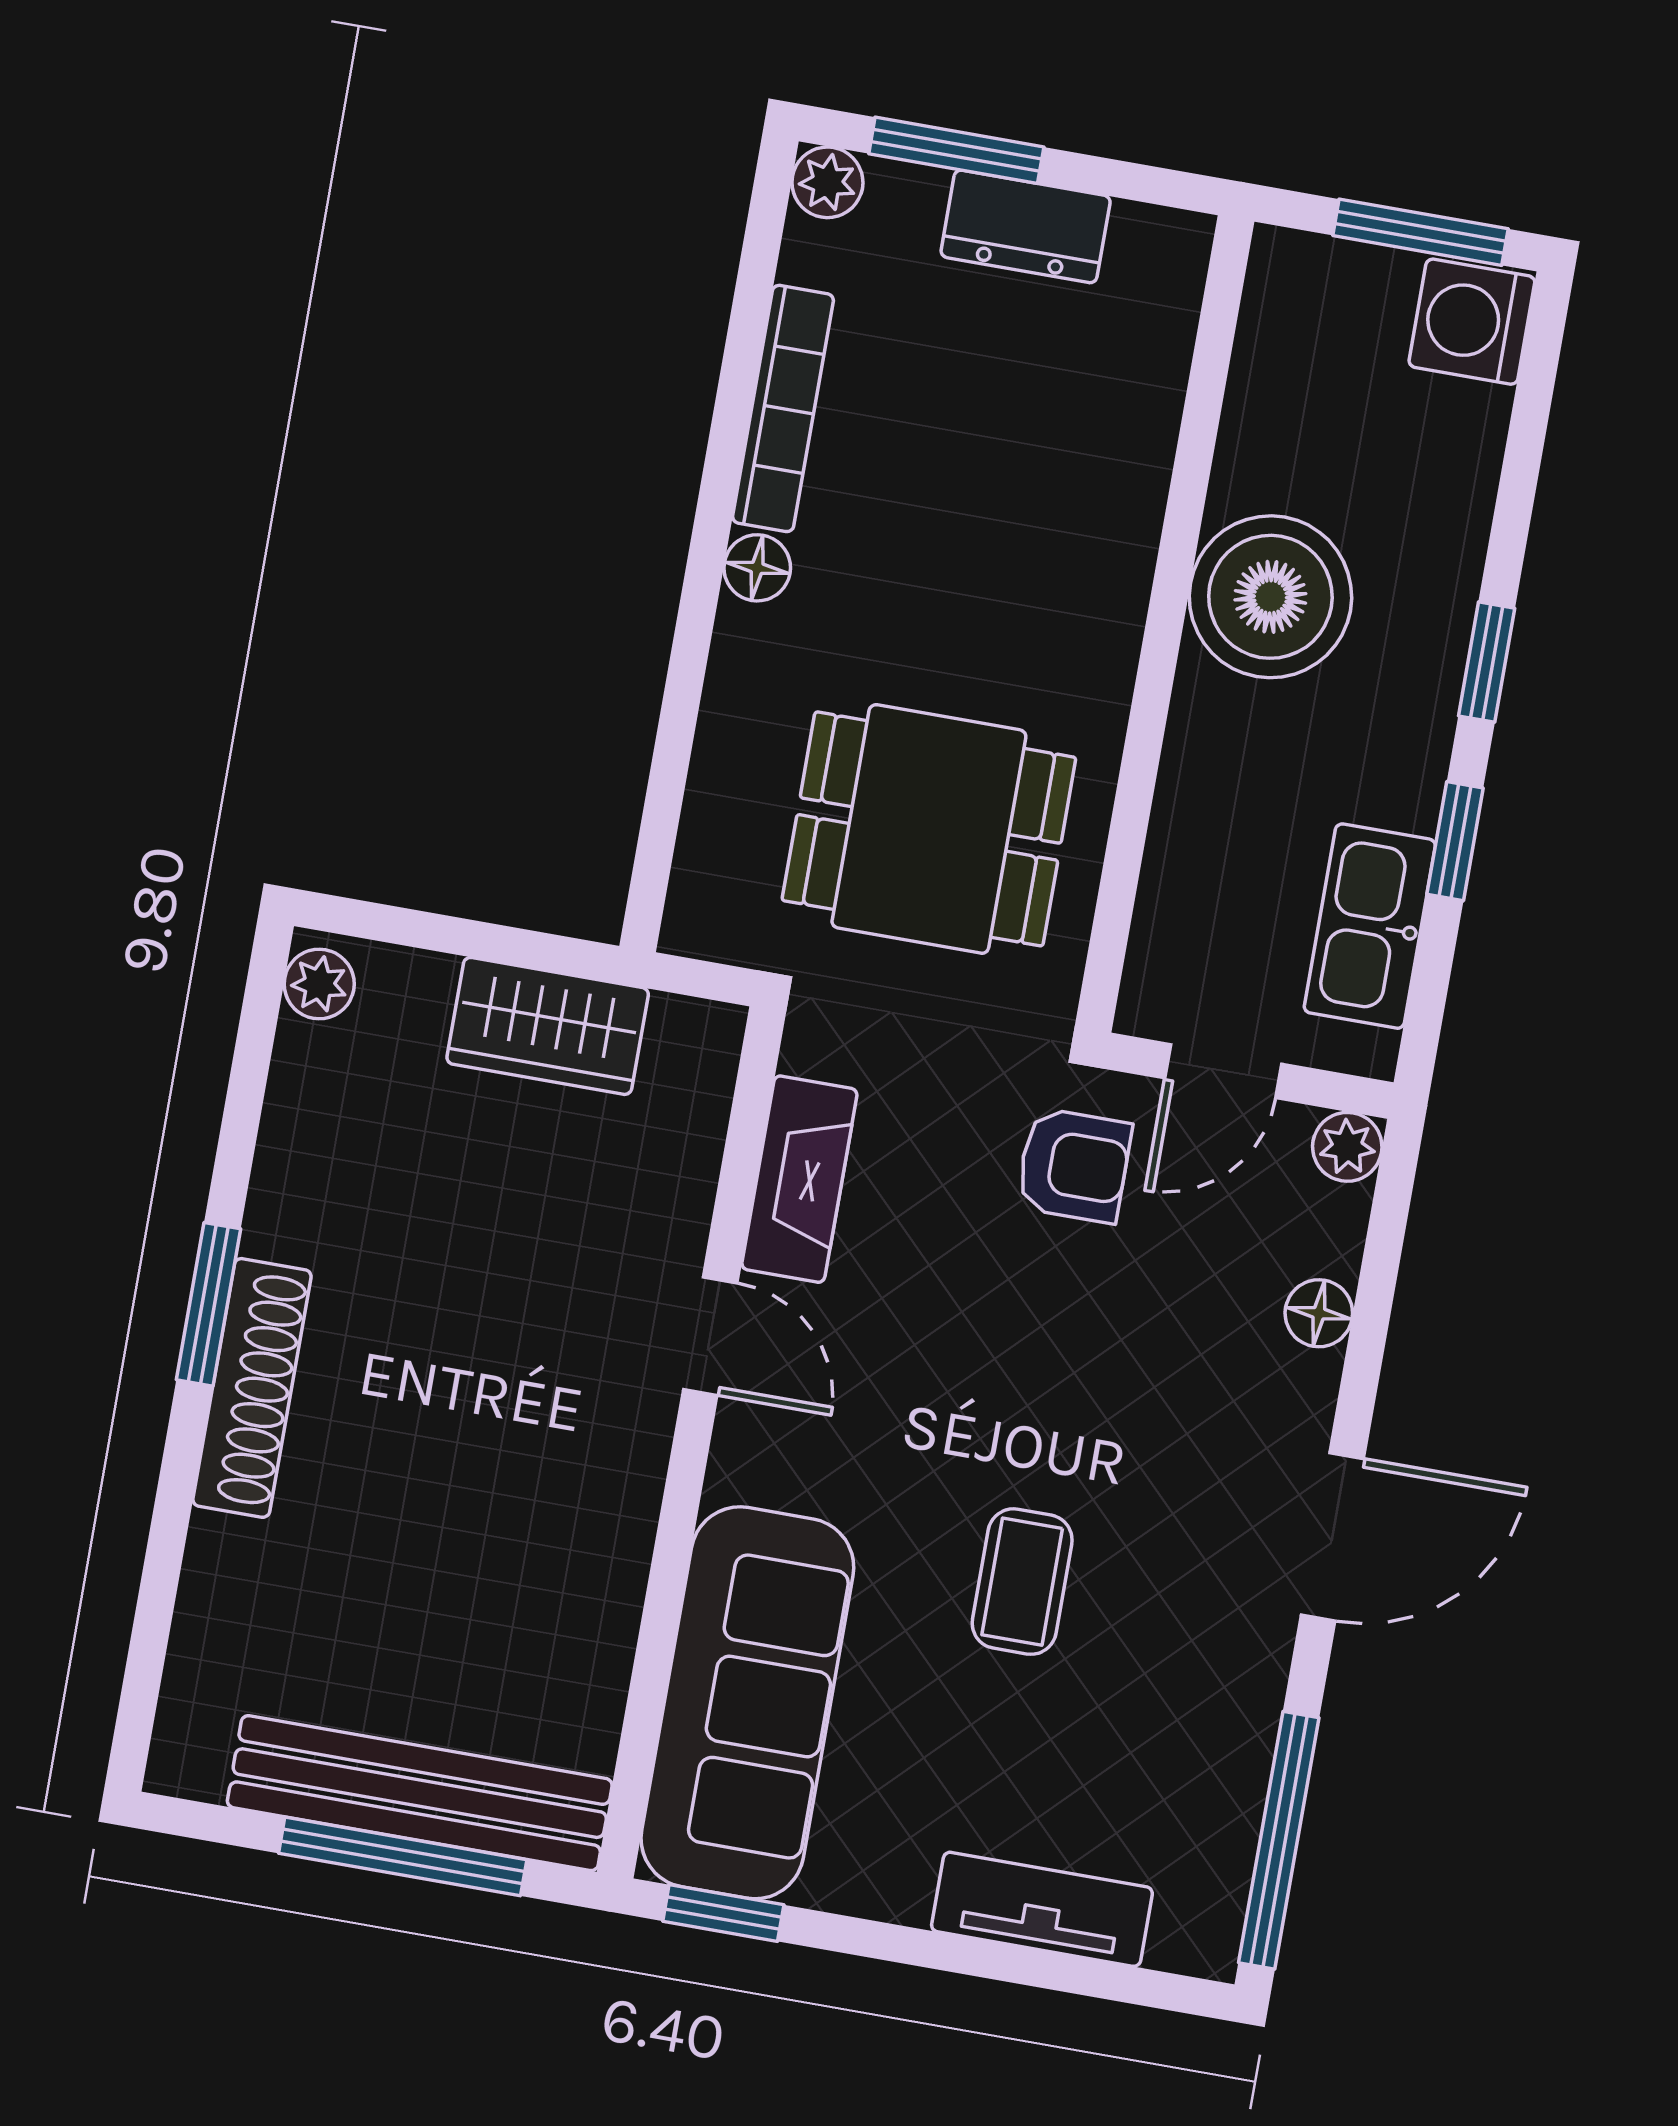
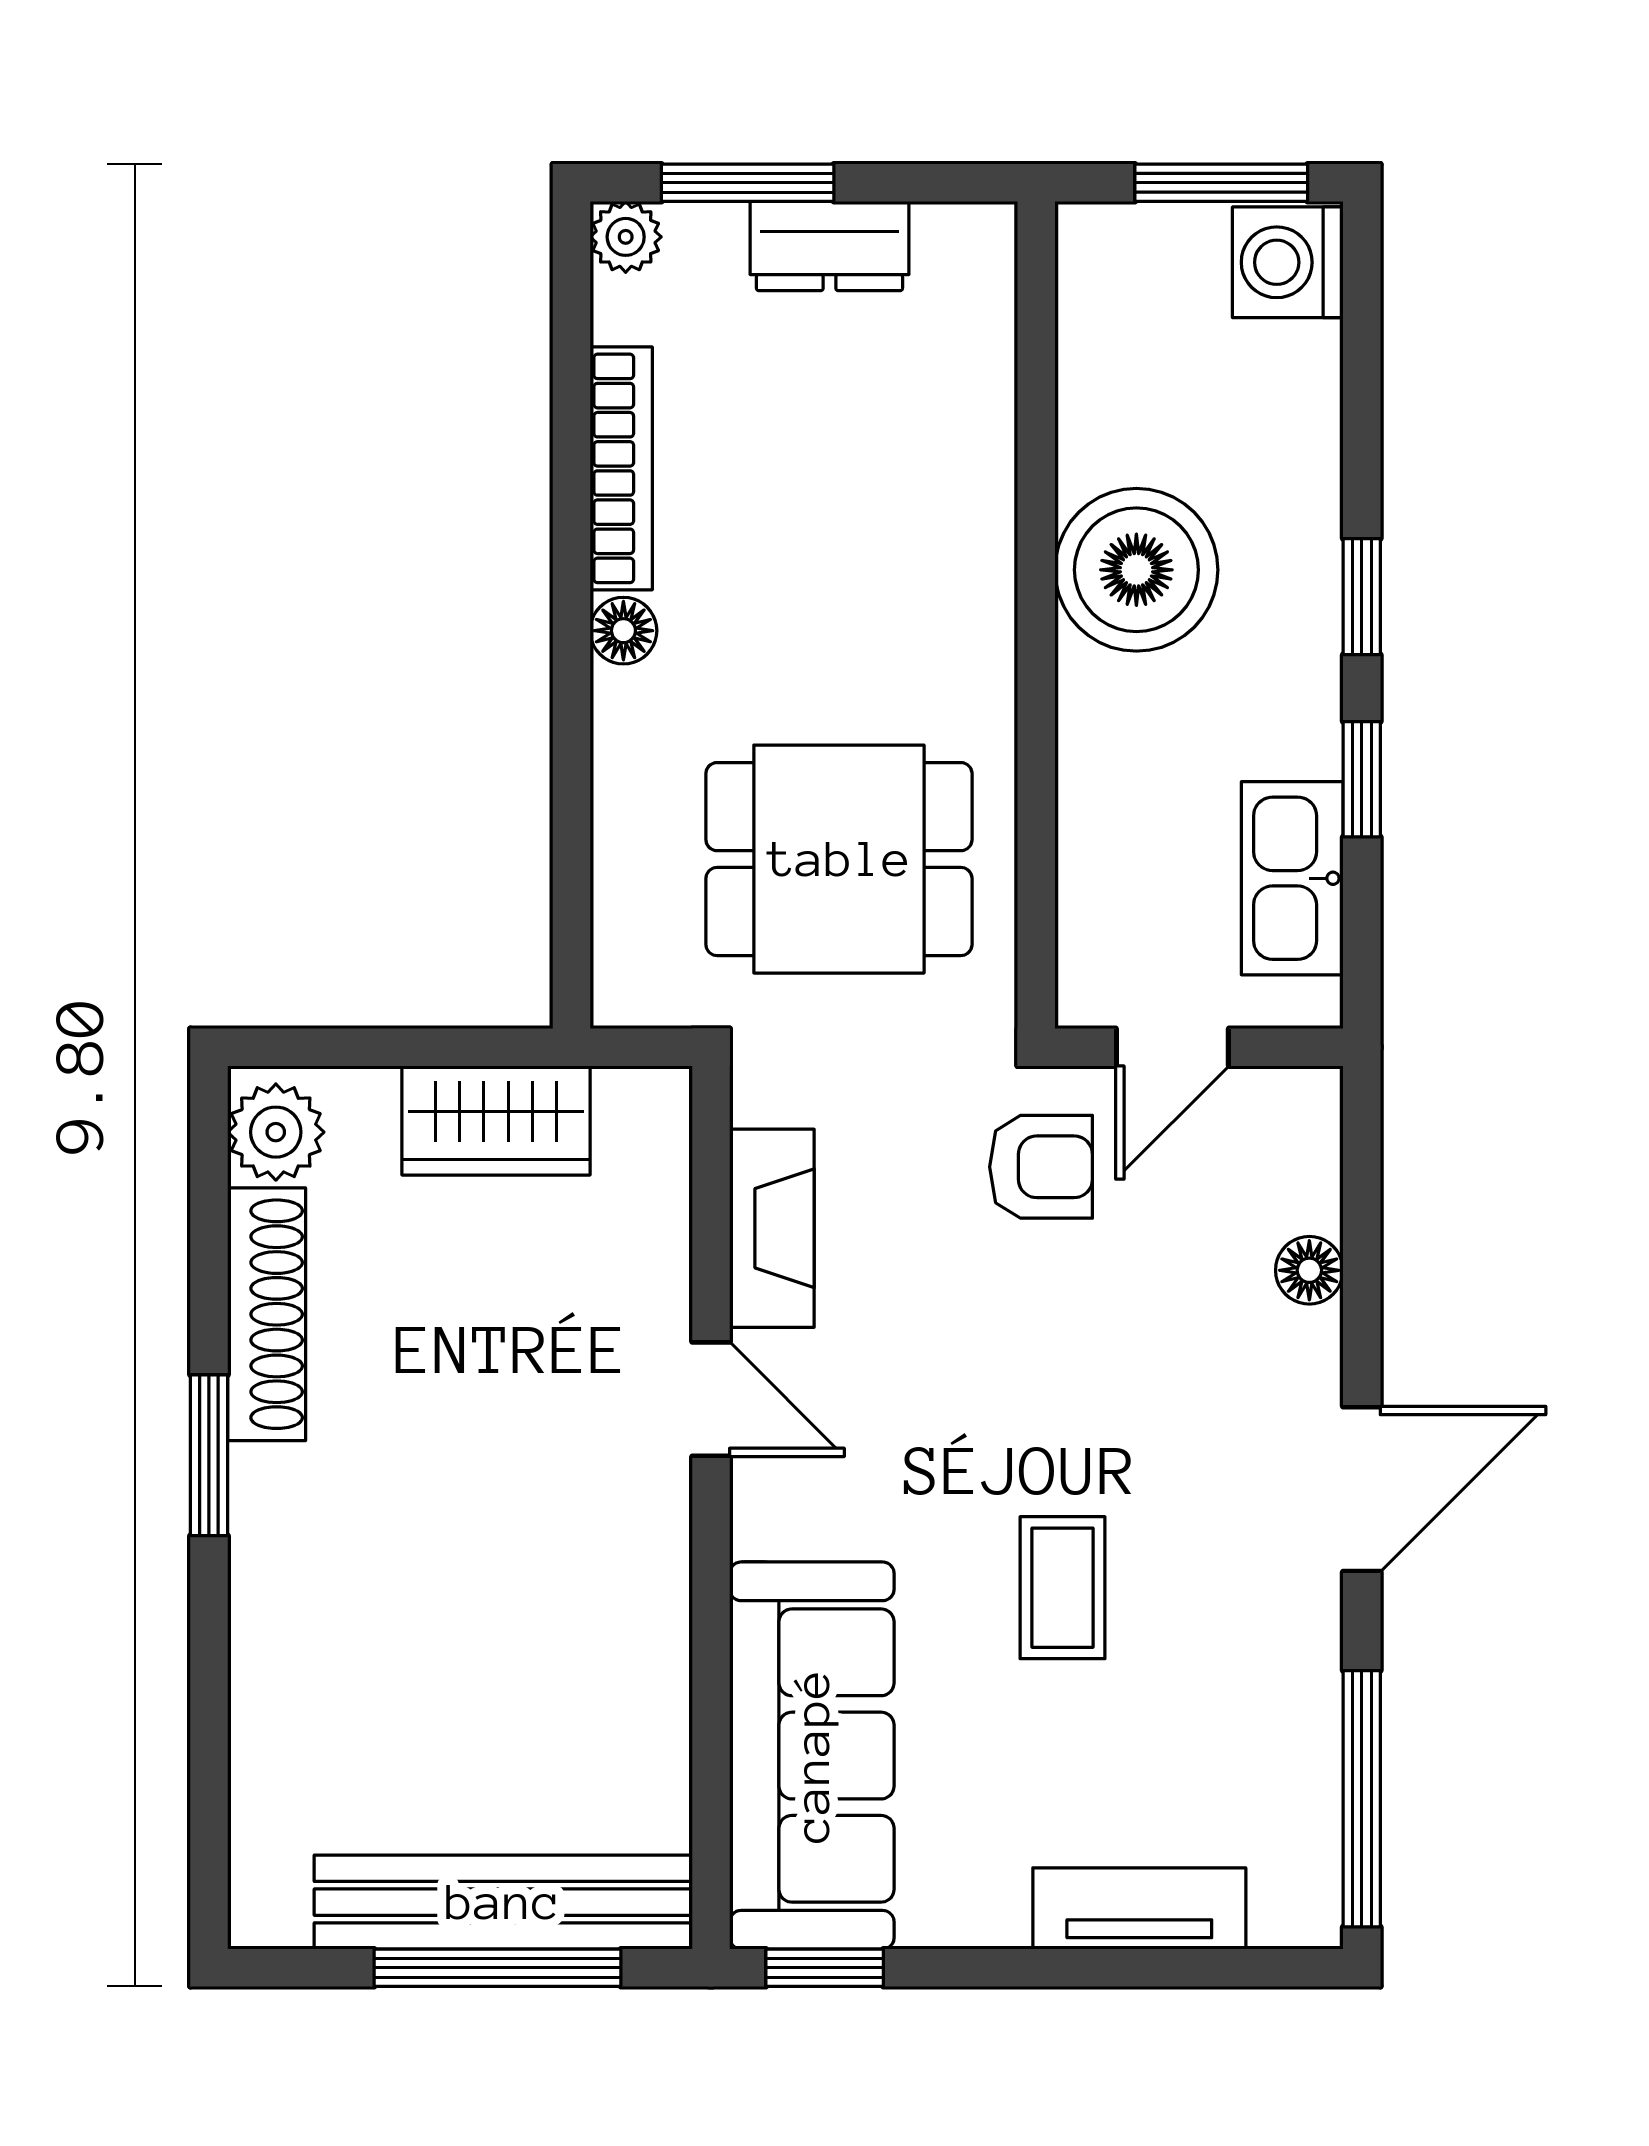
plant: (319, 984) -> (276, 1132), width x1.38, depth x1.38
plant: (1347, 1147) -> (1308, 1101), removed
shoe rack: (252, 1388) -> (267, 1314), moved

